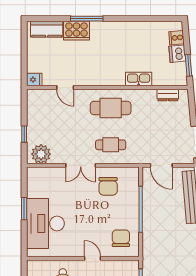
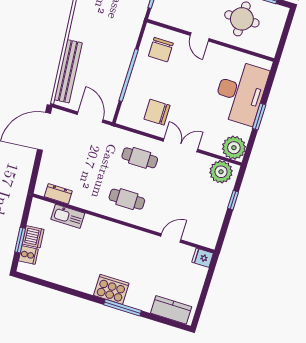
cooker: (76, 31) -> (111, 289), moved
window: (189, 65) -> (20, 240), moved
kitchen sink: (139, 79) -> (68, 216), moved
door: (65, 87) -> (171, 238), hinge flipped
cafe table: (111, 108) -> (127, 199), width x0.73, depth x0.74
plant: (37, 177) -> (234, 148), added
chair: (108, 186) -> (157, 112), turned -90

